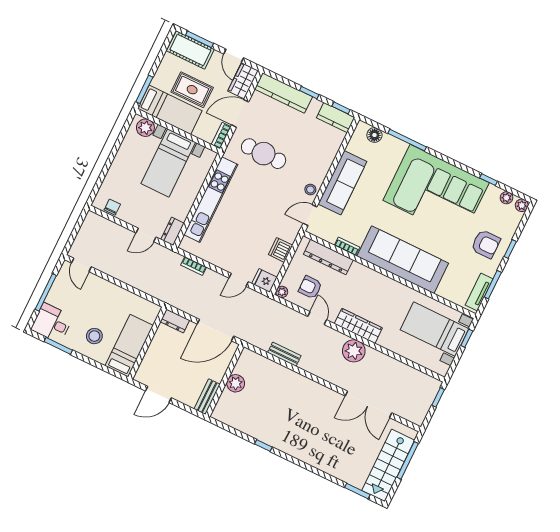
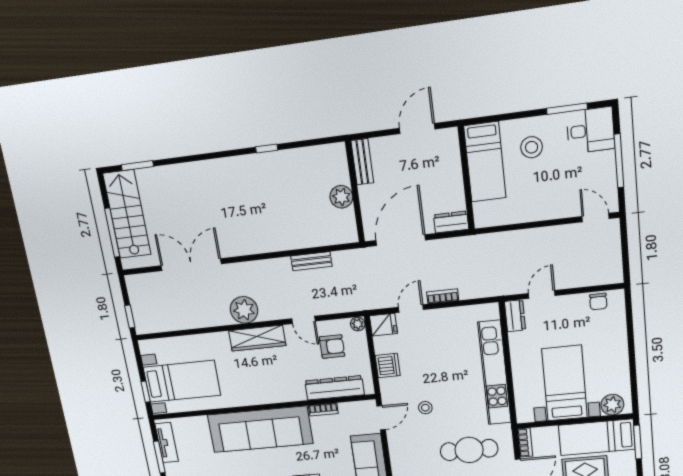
stool: (310, 189) -> (425, 408), moved
bookcase: (194, 266) -> (443, 296), moved

